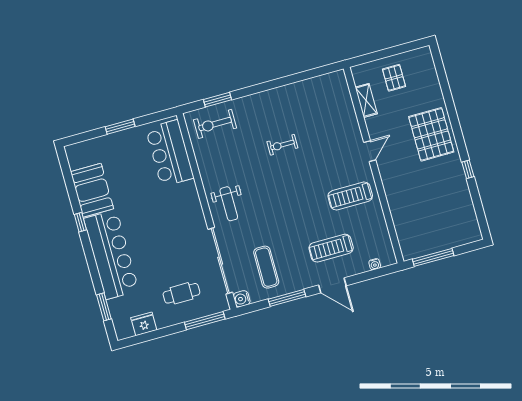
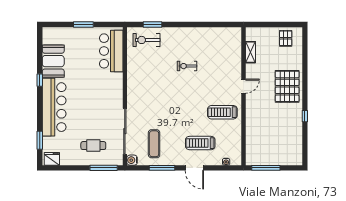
pallet: (394, 78) -> (286, 38), moved
weight bench: (229, 204) -> (141, 95), removed
fridge: (144, 324) -> (52, 159), moved

